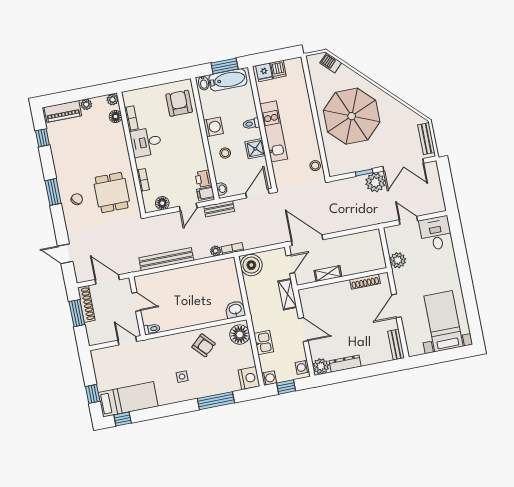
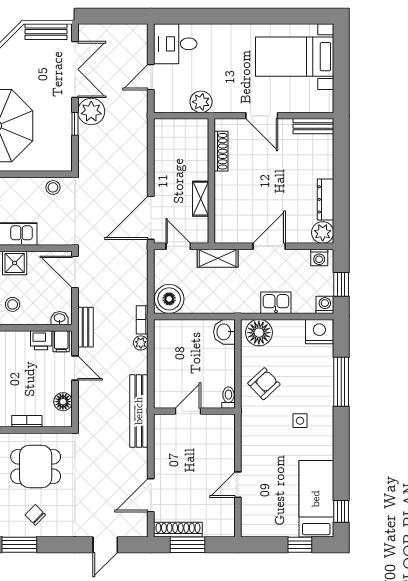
door: (136, 302) -> (188, 411), moved
wall: (137, 306) -> (194, 411), moved
toilet: (152, 329) -> (228, 398), moved

